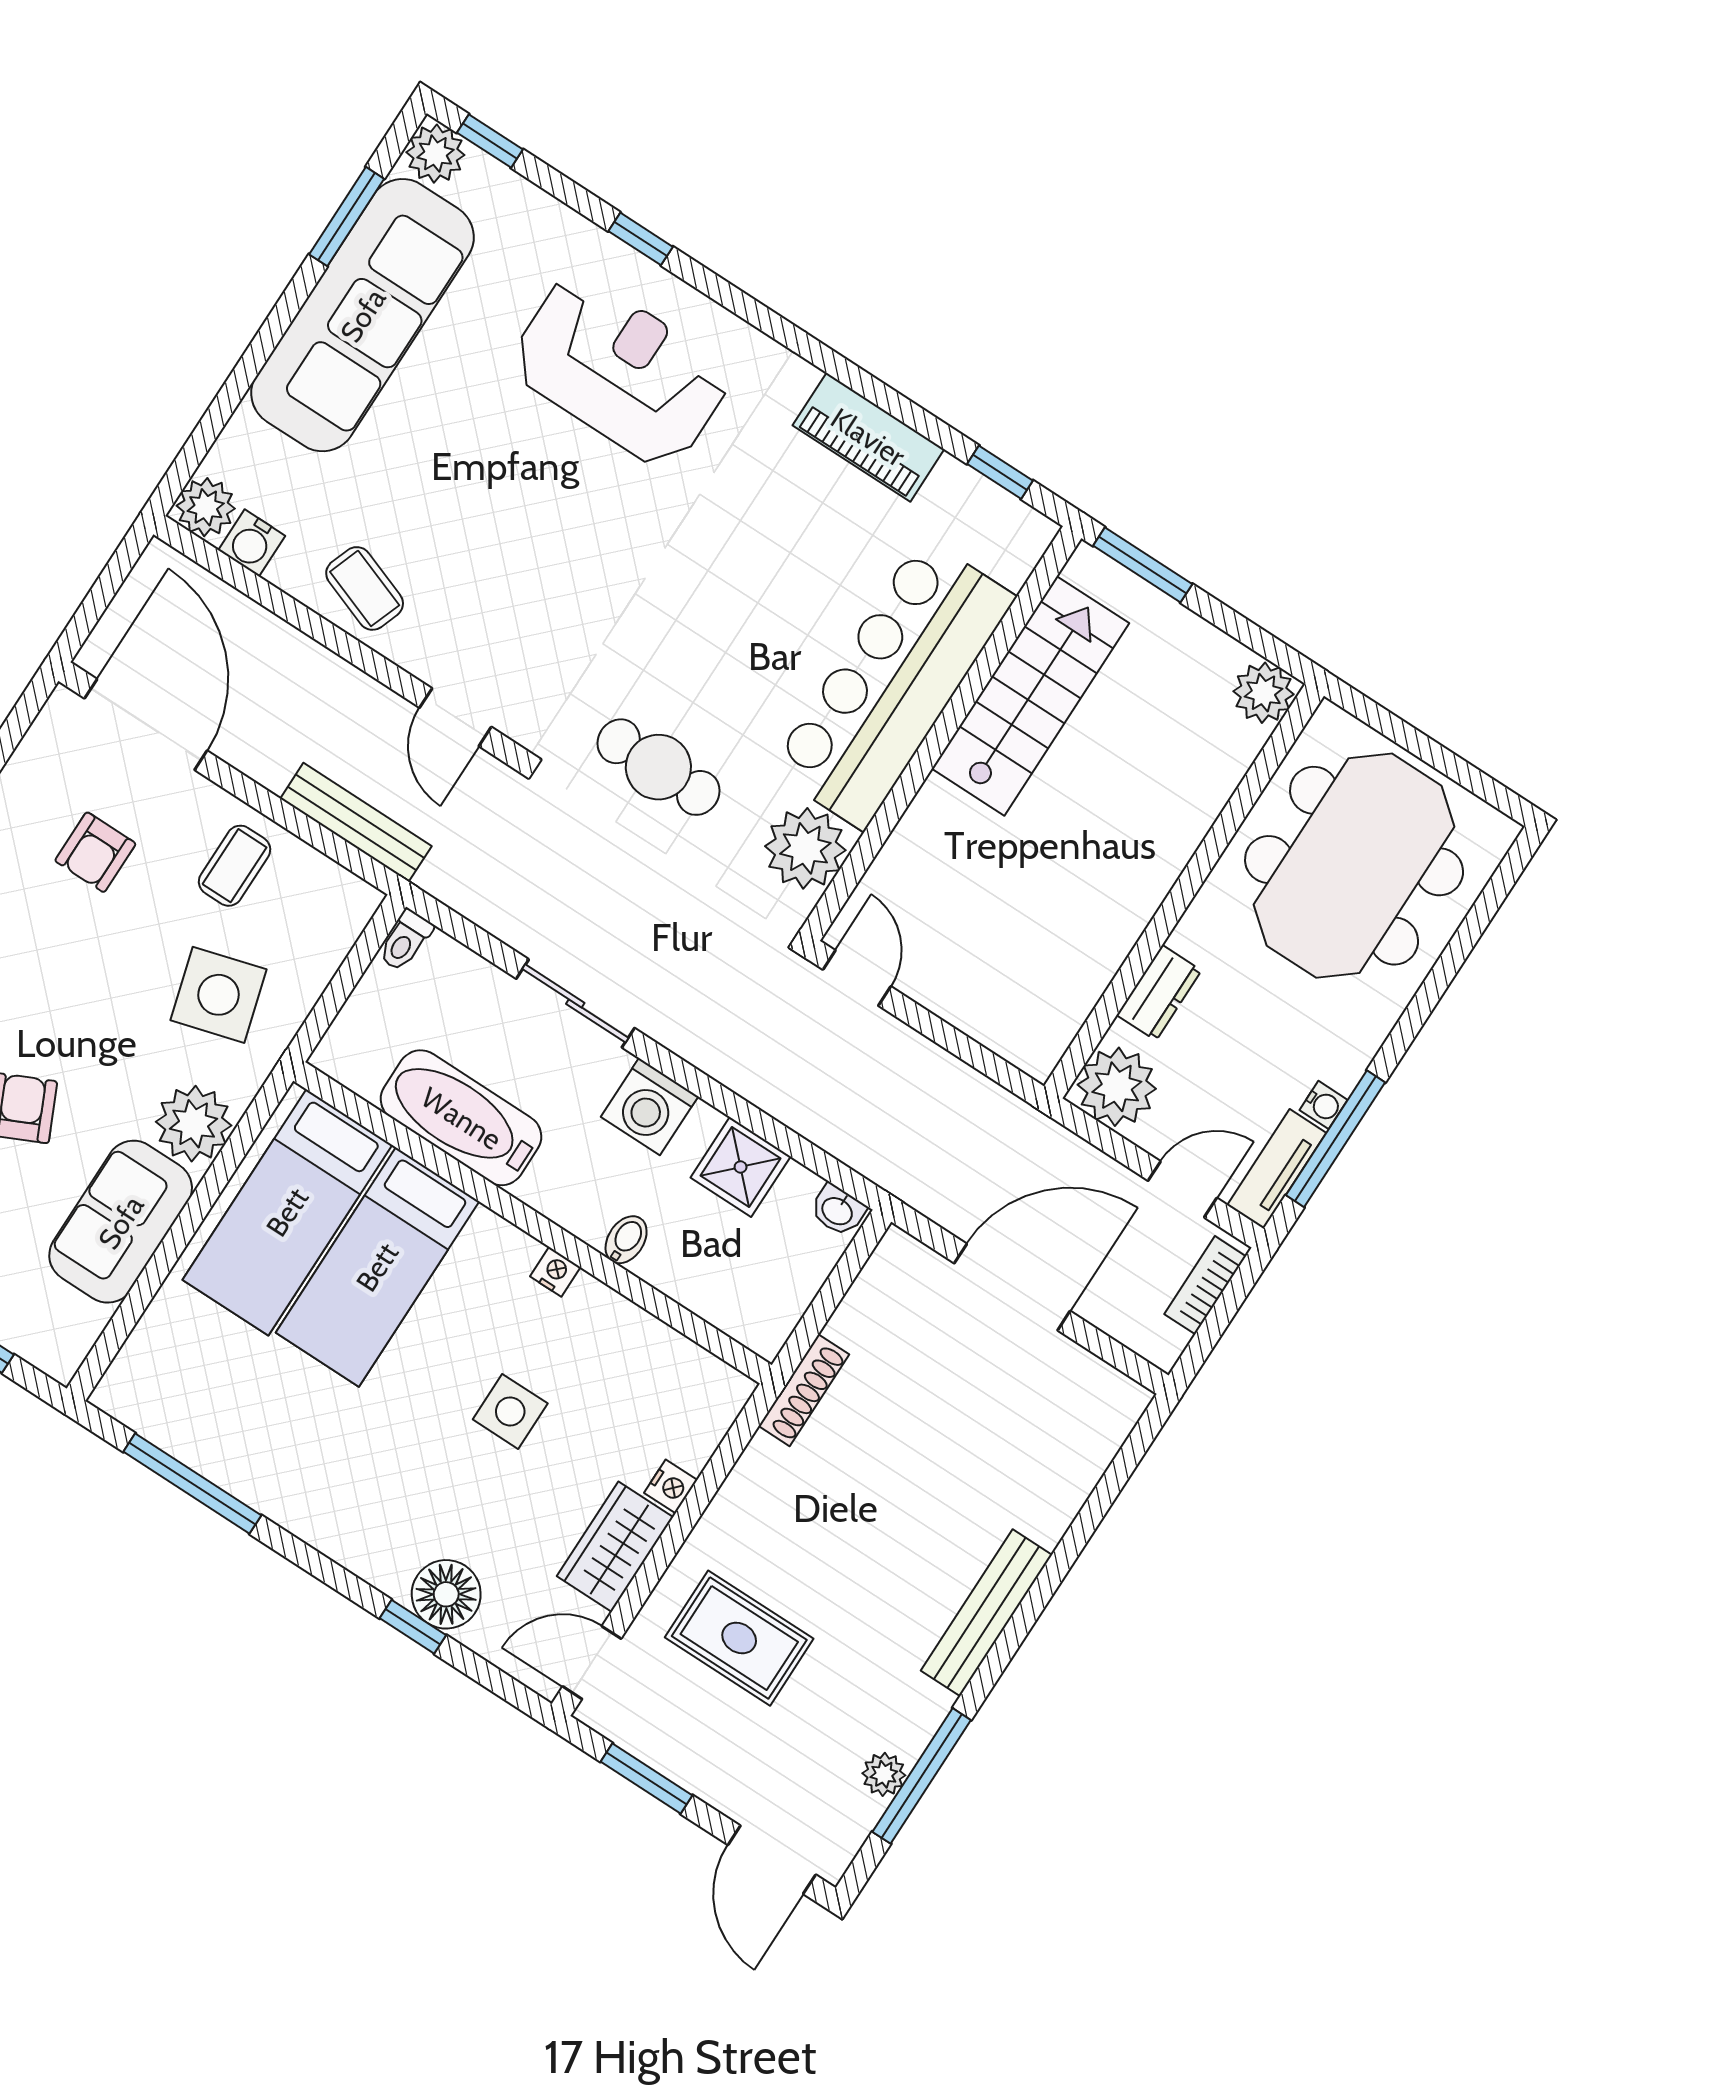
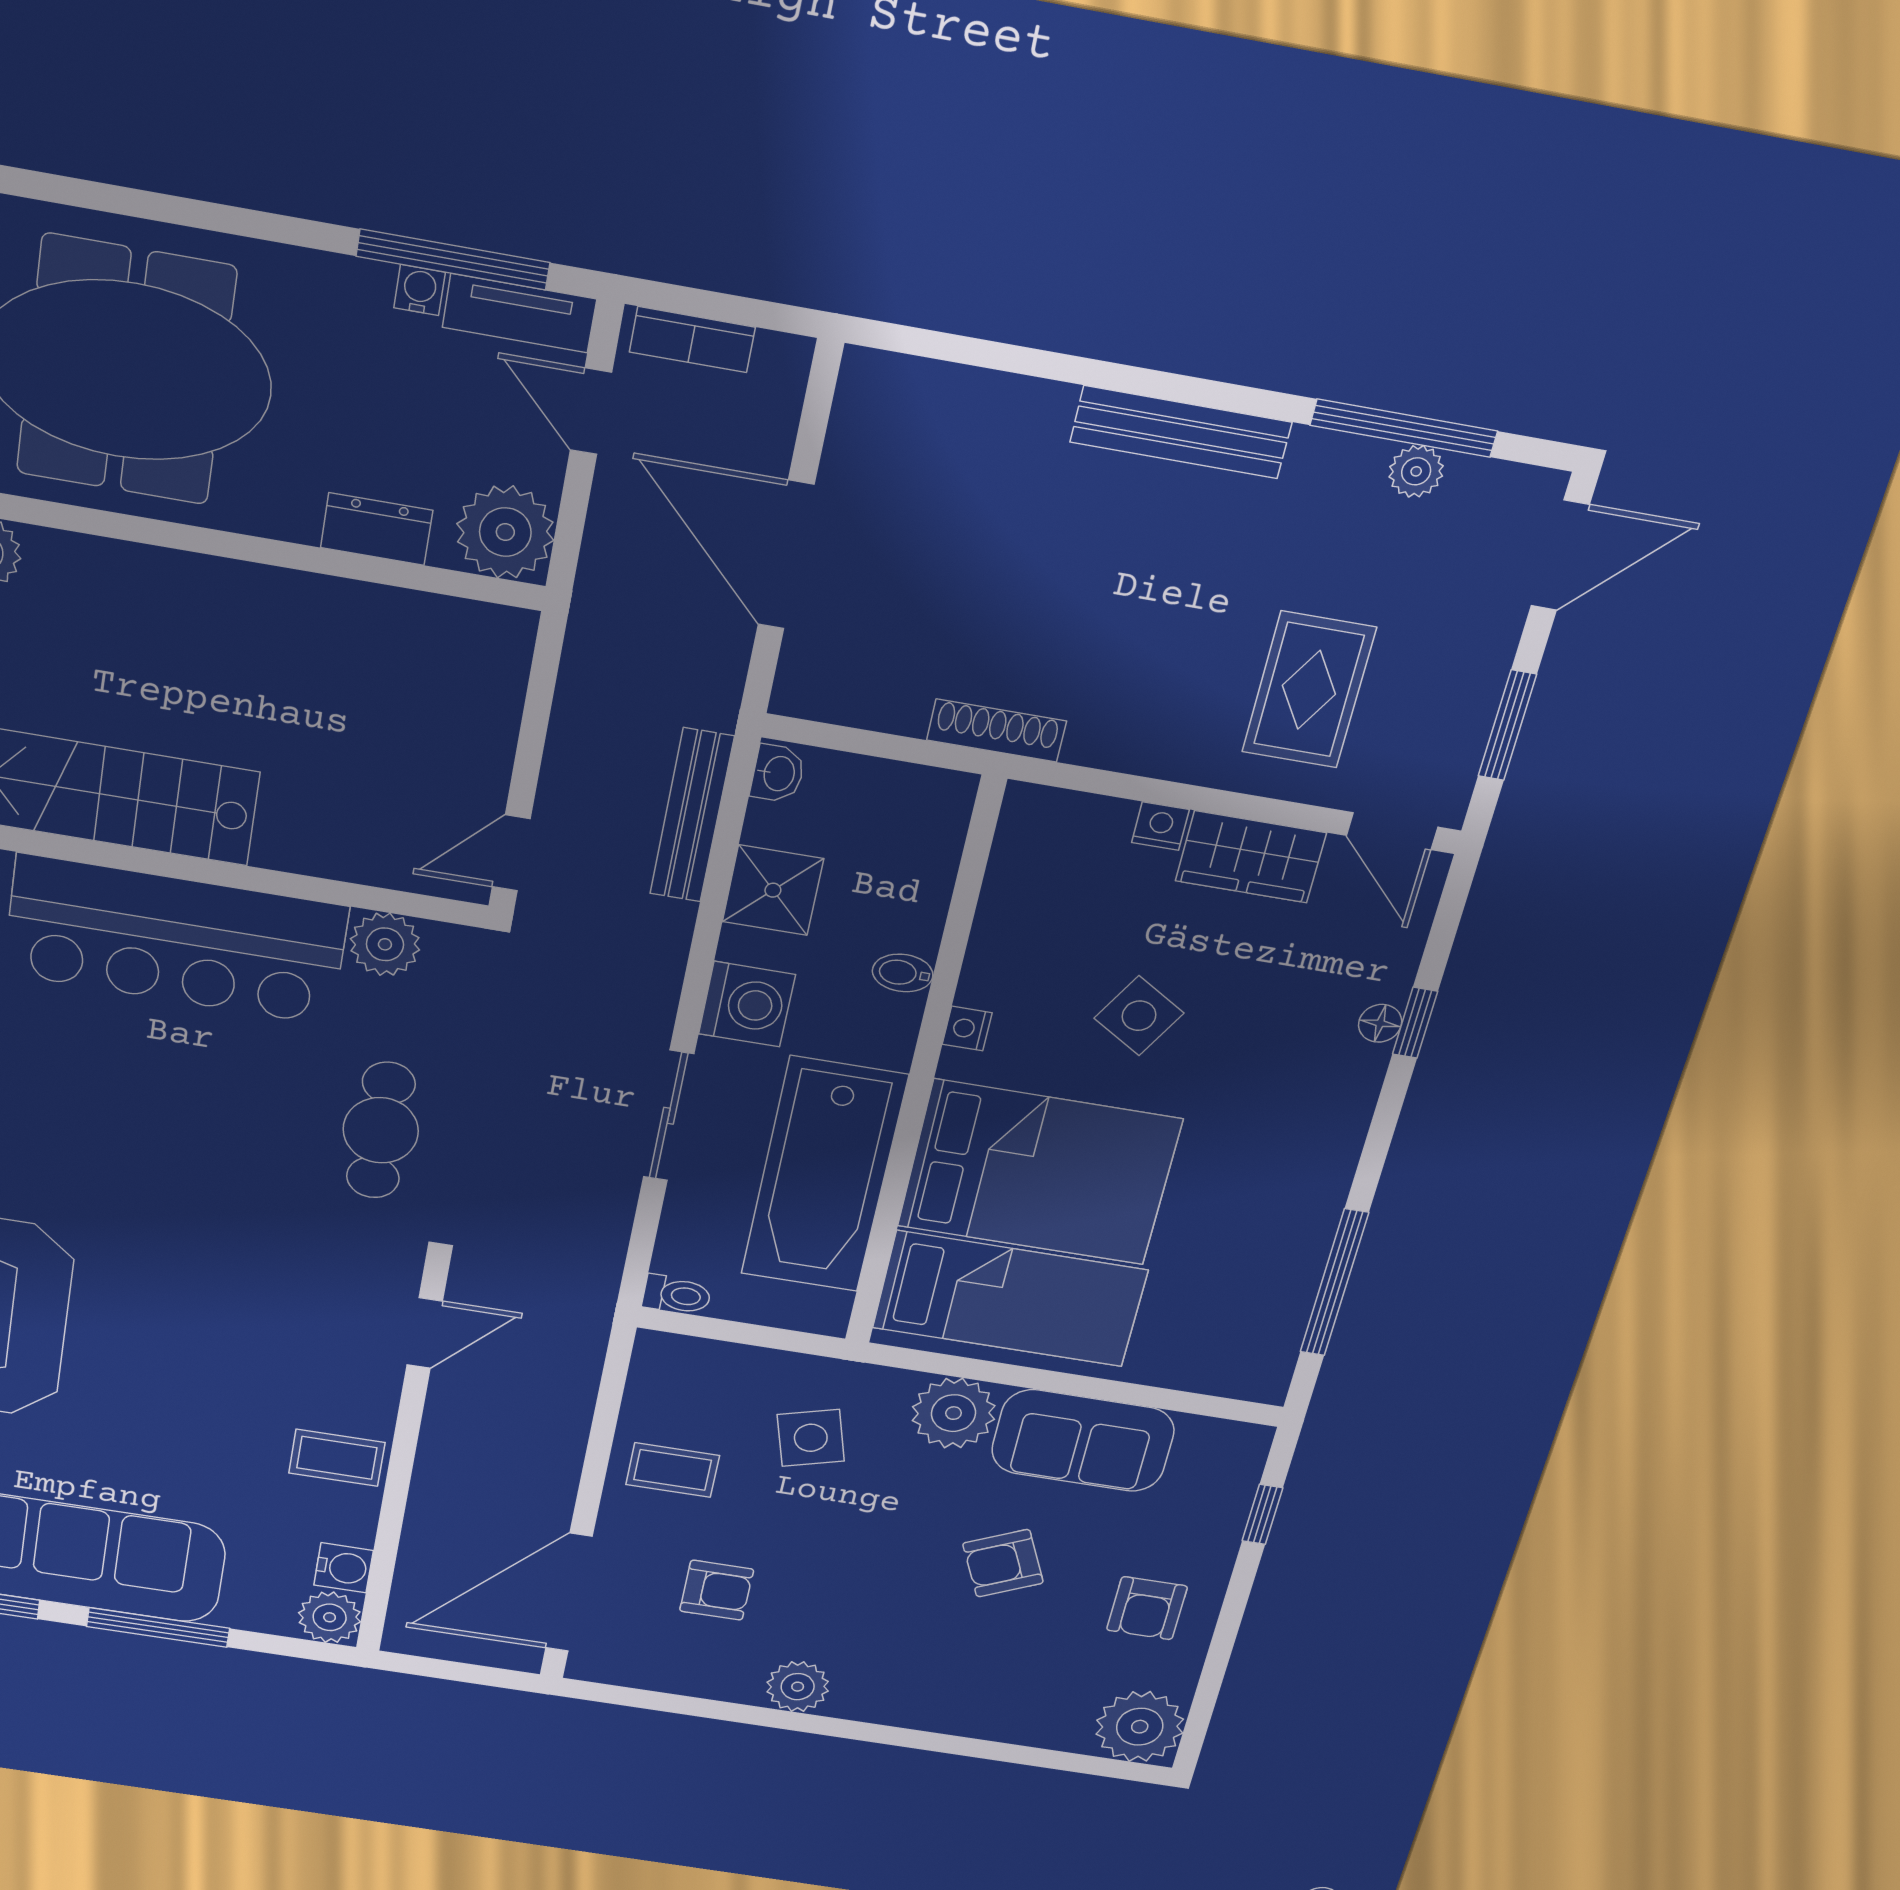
window: (257, 354) -> (158, 1627), added
coffee table: (365, 588) -> (337, 1458), turned 70
bench: (356, 822) -> (692, 815), moved
plant: (805, 848) -> (385, 944), width x0.73, depth x0.73
side table: (219, 995) -> (811, 1438), width x0.73, depth x0.73
bathtub: (461, 1118) -> (824, 1175), width x1.36, depth x1.36
bed: (377, 1267) -> (1039, 1173), width x1.50
side table: (510, 1411) -> (1139, 1016), turned 31
floor lamp: (446, 1594) -> (1380, 1023), width x0.53, depth x0.53

